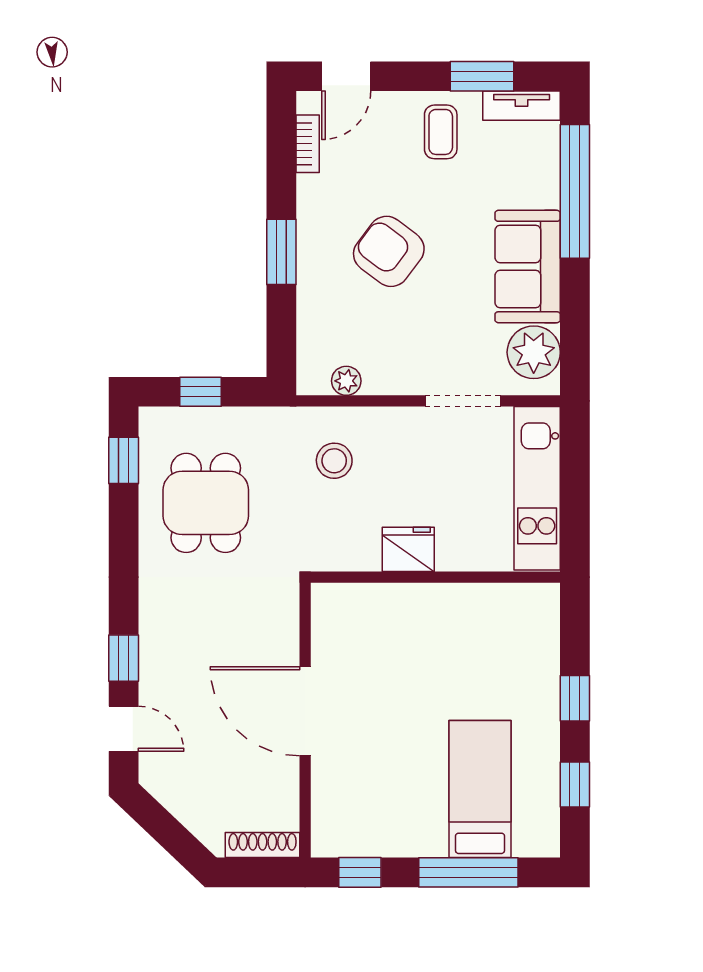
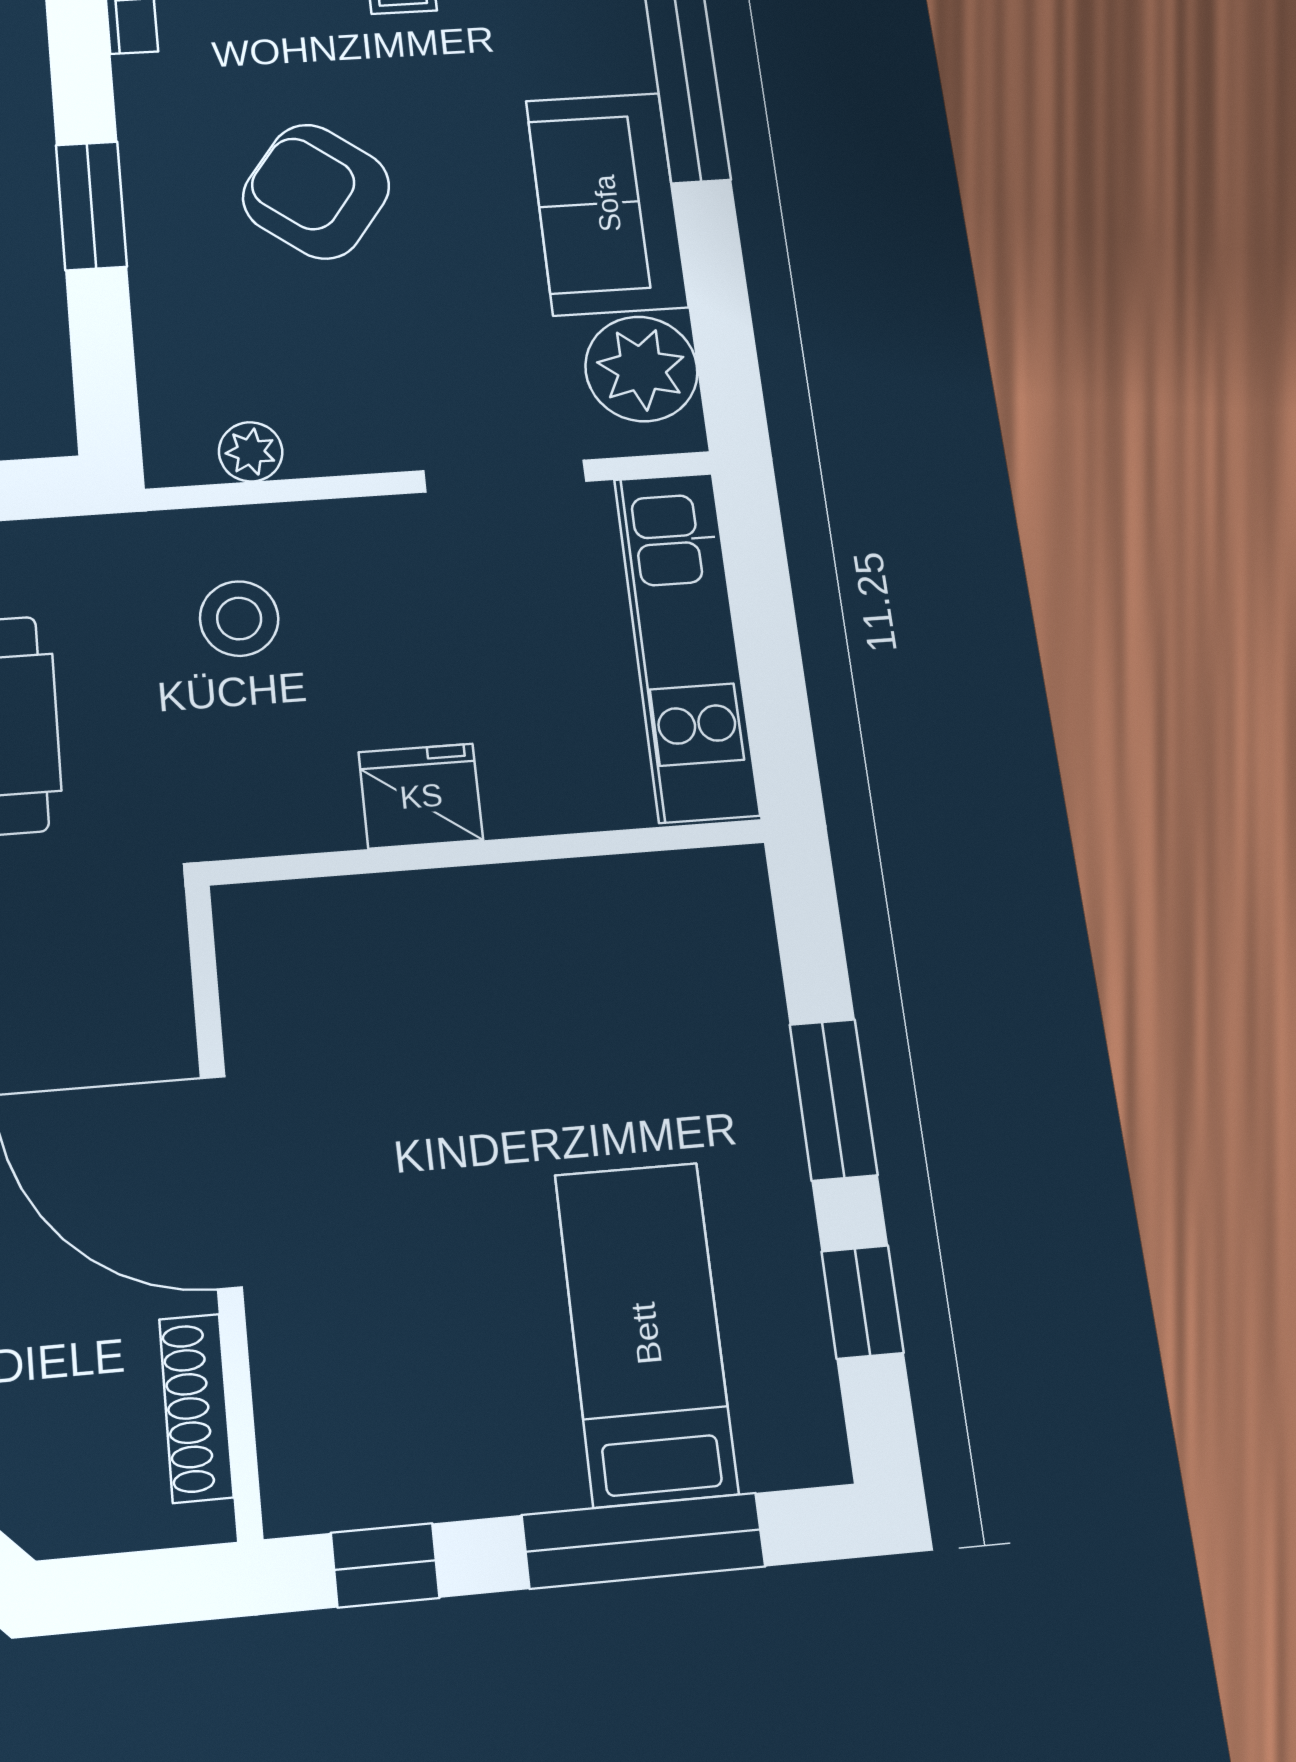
window: (575, 698) -> (833, 1100), width x1.50
shoe rack: (263, 845) -> (196, 1408), moved, turned -90

